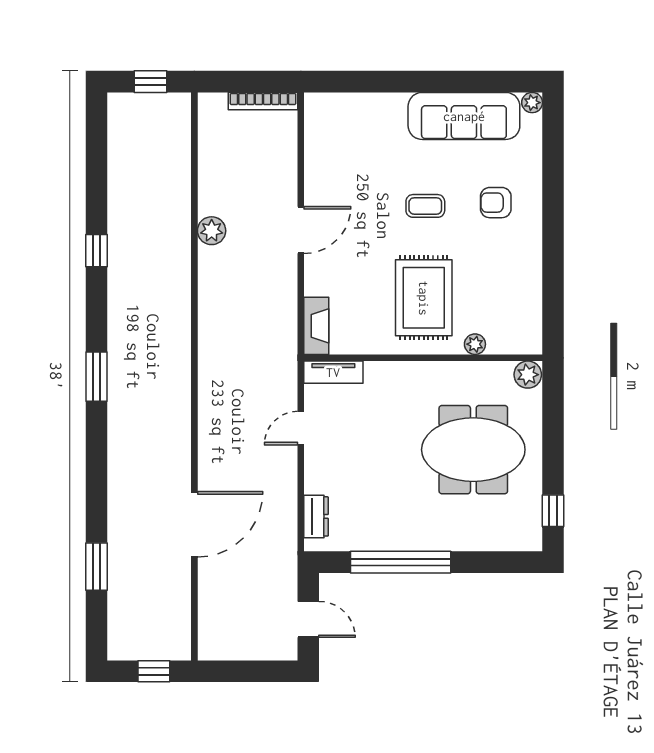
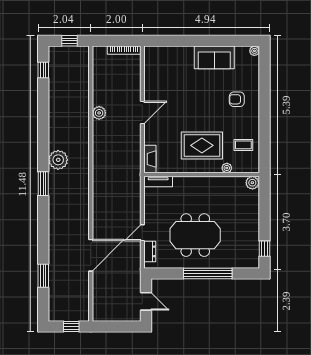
sofa: (464, 116) -> (214, 57), width x0.73
coffee table: (425, 206) -> (243, 145), moved
window: (96, 251) -> (43, 70), moved
rug: (424, 298) -> (202, 145), turned 90
plant: (127, 327) -> (58, 160), added
door: (301, 428) -> (142, 233), moved
meeting table: (473, 450) -> (195, 235), moved
window: (401, 562) -> (208, 274), moved

